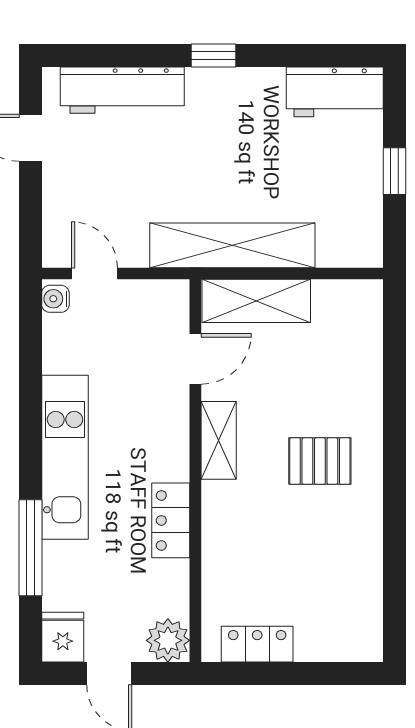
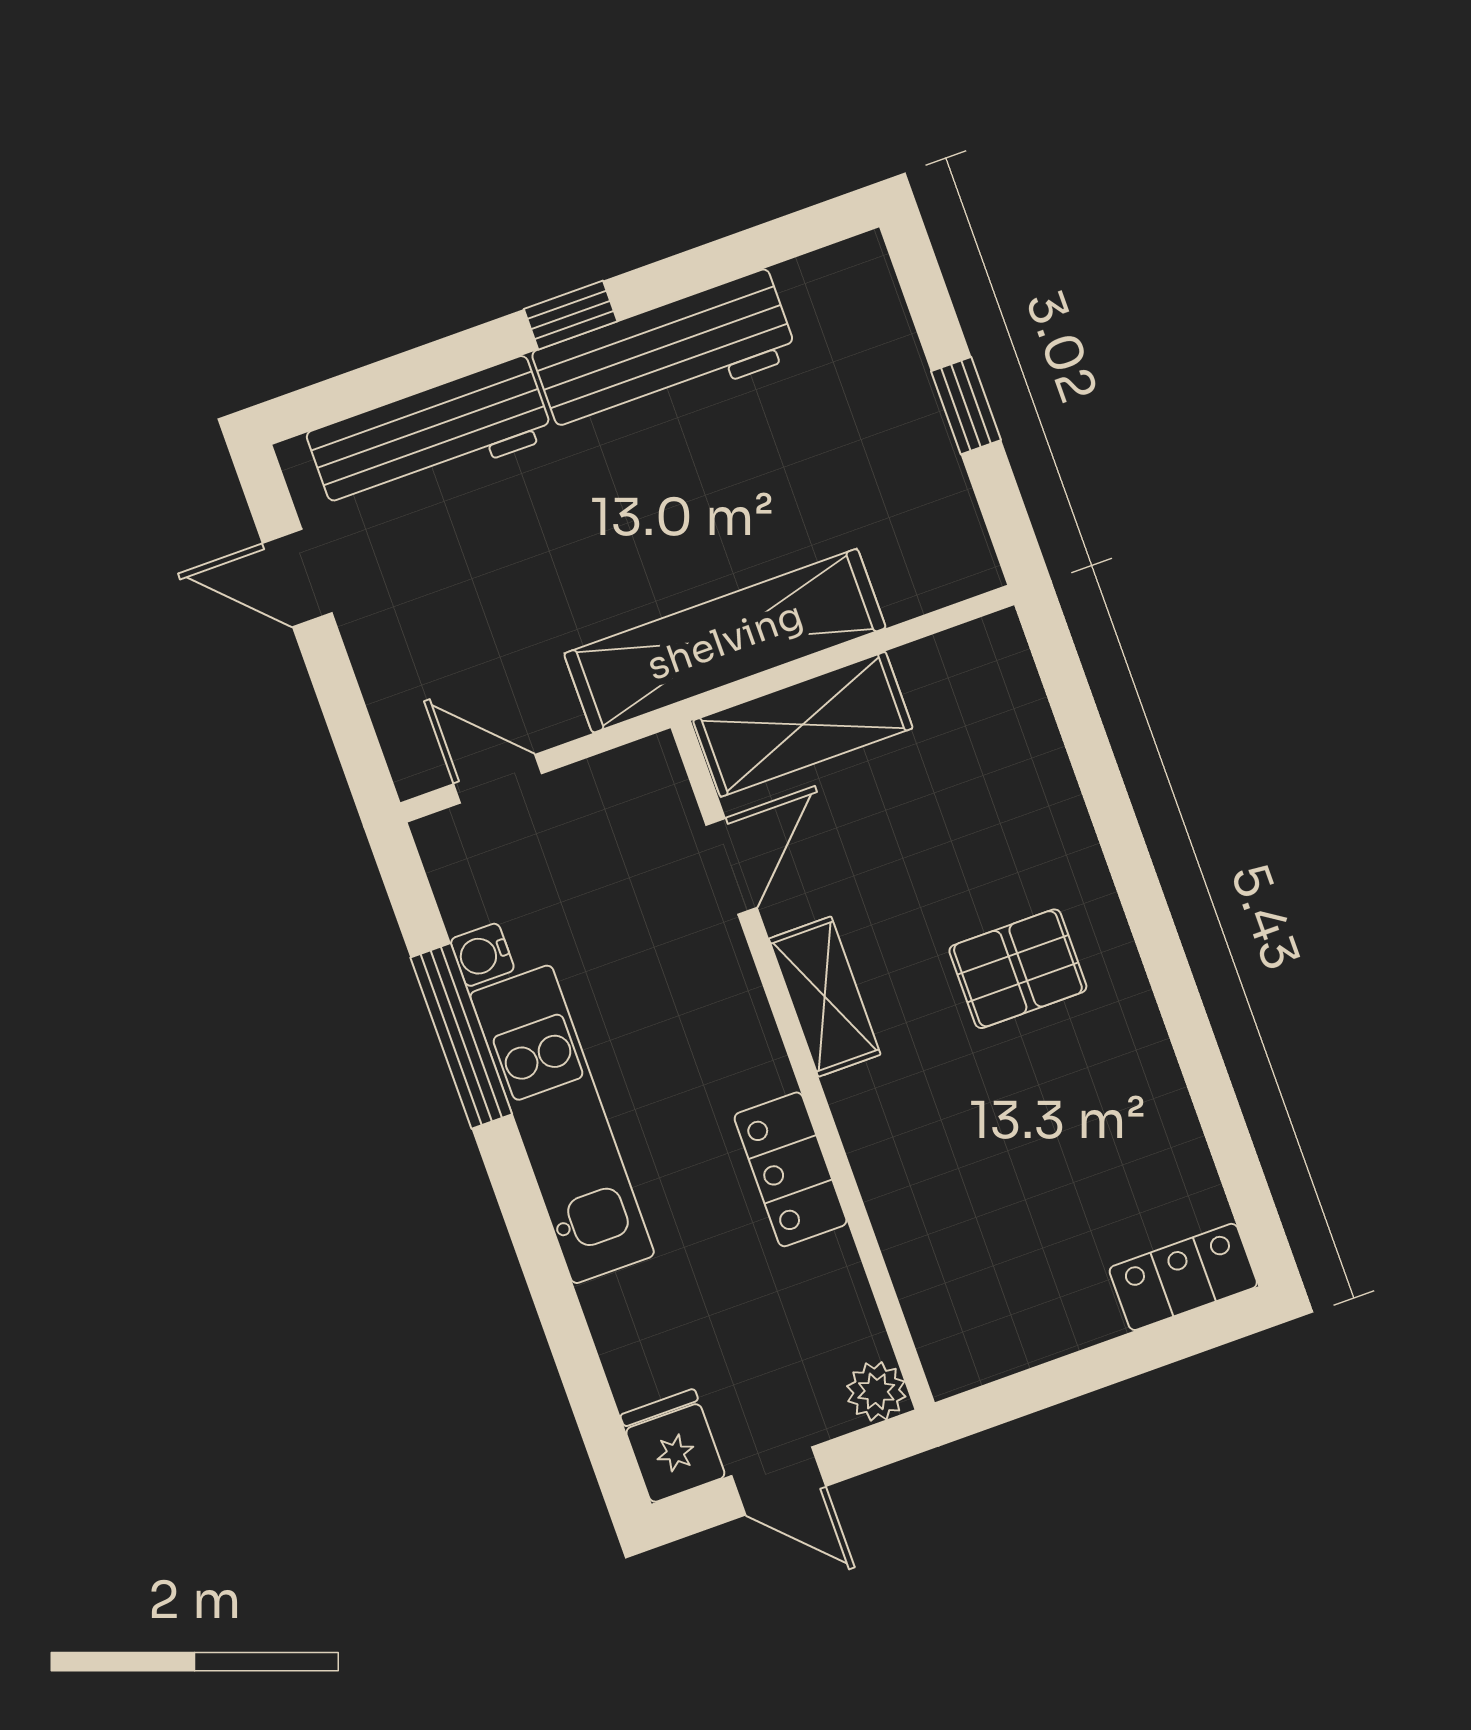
workbench: (335, 92) -> (665, 354), moved, width x1.38
water cooler: (55, 299) -> (482, 955), moved
window: (30, 548) -> (461, 1036), moved
plant: (168, 640) -> (876, 1391), width x0.73, depth x0.73
locker: (257, 644) -> (1183, 1277), moved

